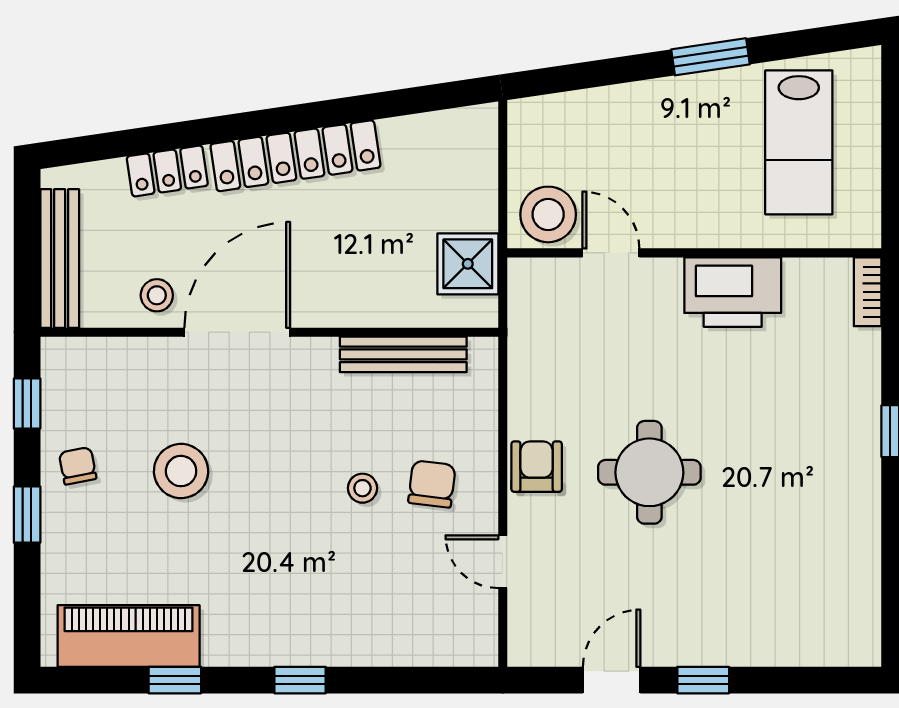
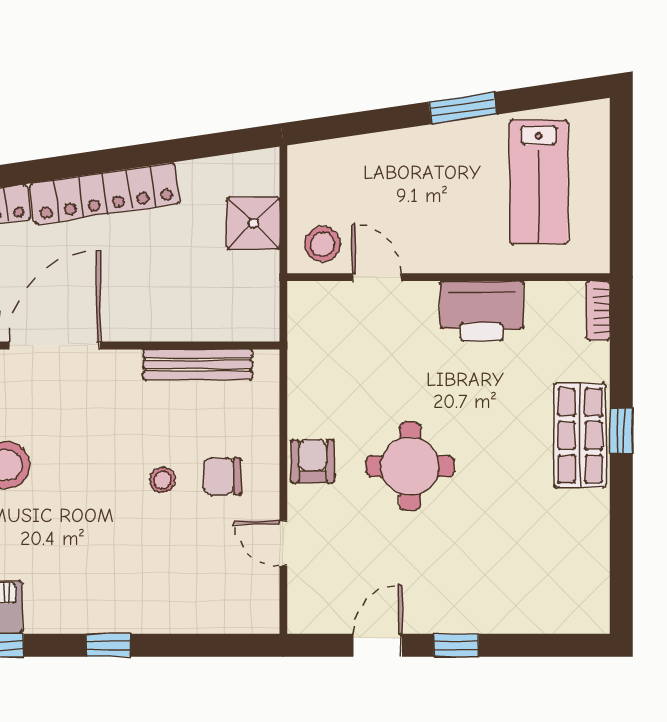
stool: (548, 214) -> (323, 244), width x0.73, depth x0.73
shower: (468, 264) -> (253, 223), moved
shop shelf: (847, 437) -> (580, 436), added
chair: (432, 484) -> (222, 476), turned -97

